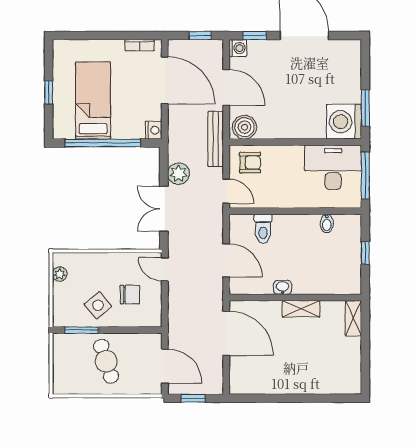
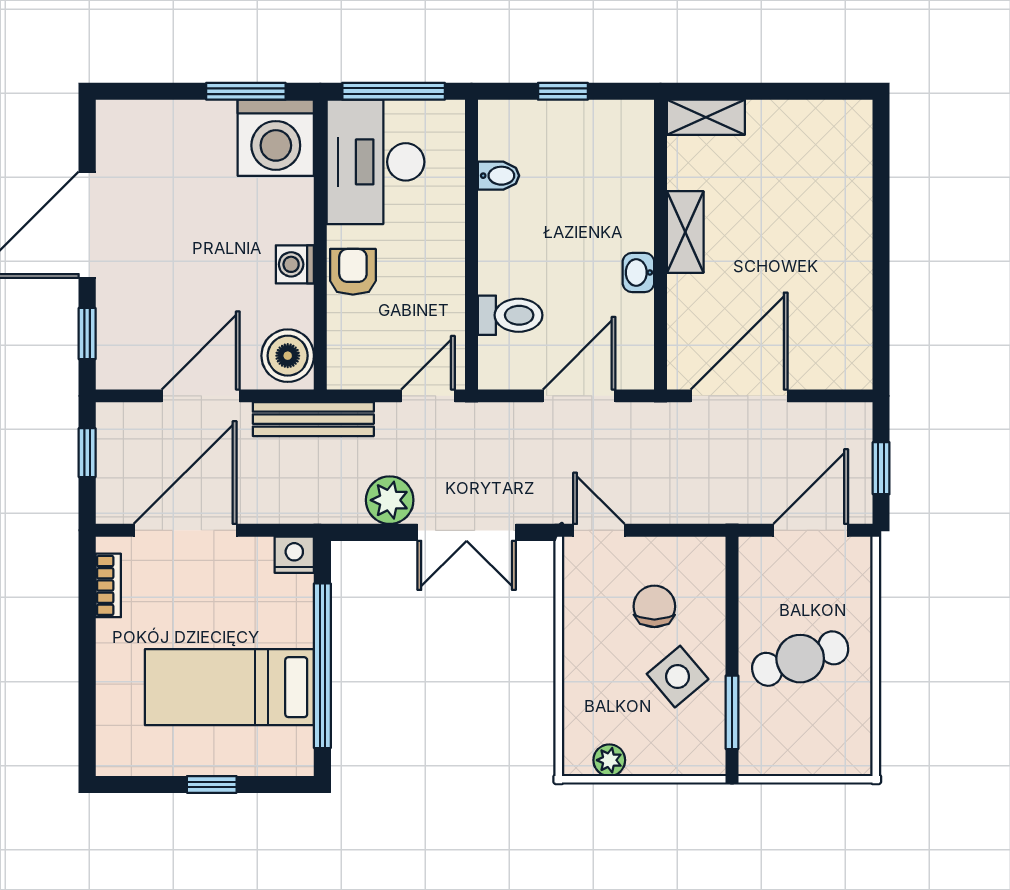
washing machine: (238, 48) -> (295, 264), moved, turned -90
armchair: (250, 163) -> (353, 272), moved
door: (165, 269) -> (599, 530), swing flipped

